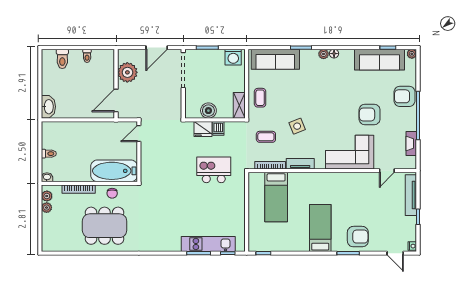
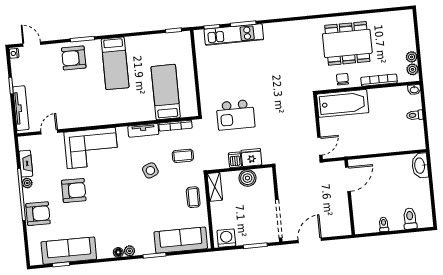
plant: (412, 54) -> (27, 183), moved
plant: (127, 72) -> (339, 211), removed

